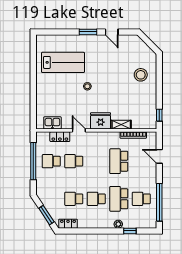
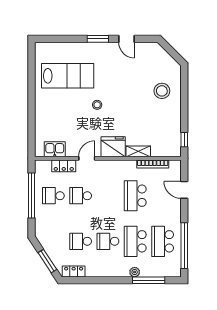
door: (79, 130) -> (87, 158), hinge flipped
school desk: (141, 199) -> (163, 241), width x1.85
window: (130, 231) -> (149, 280), width x2.17

